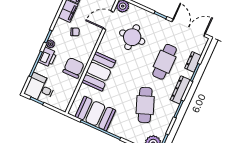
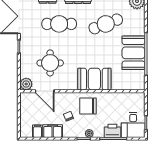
printer: (48, 57) -> (112, 131), moved
chair: (73, 68) -> (88, 106), moved
booth: (95, 113) -> (133, 53), moved

